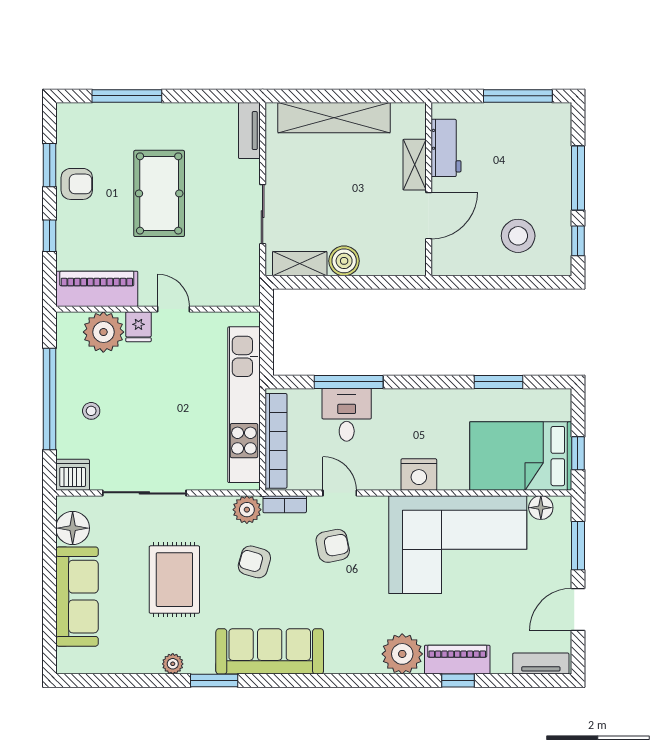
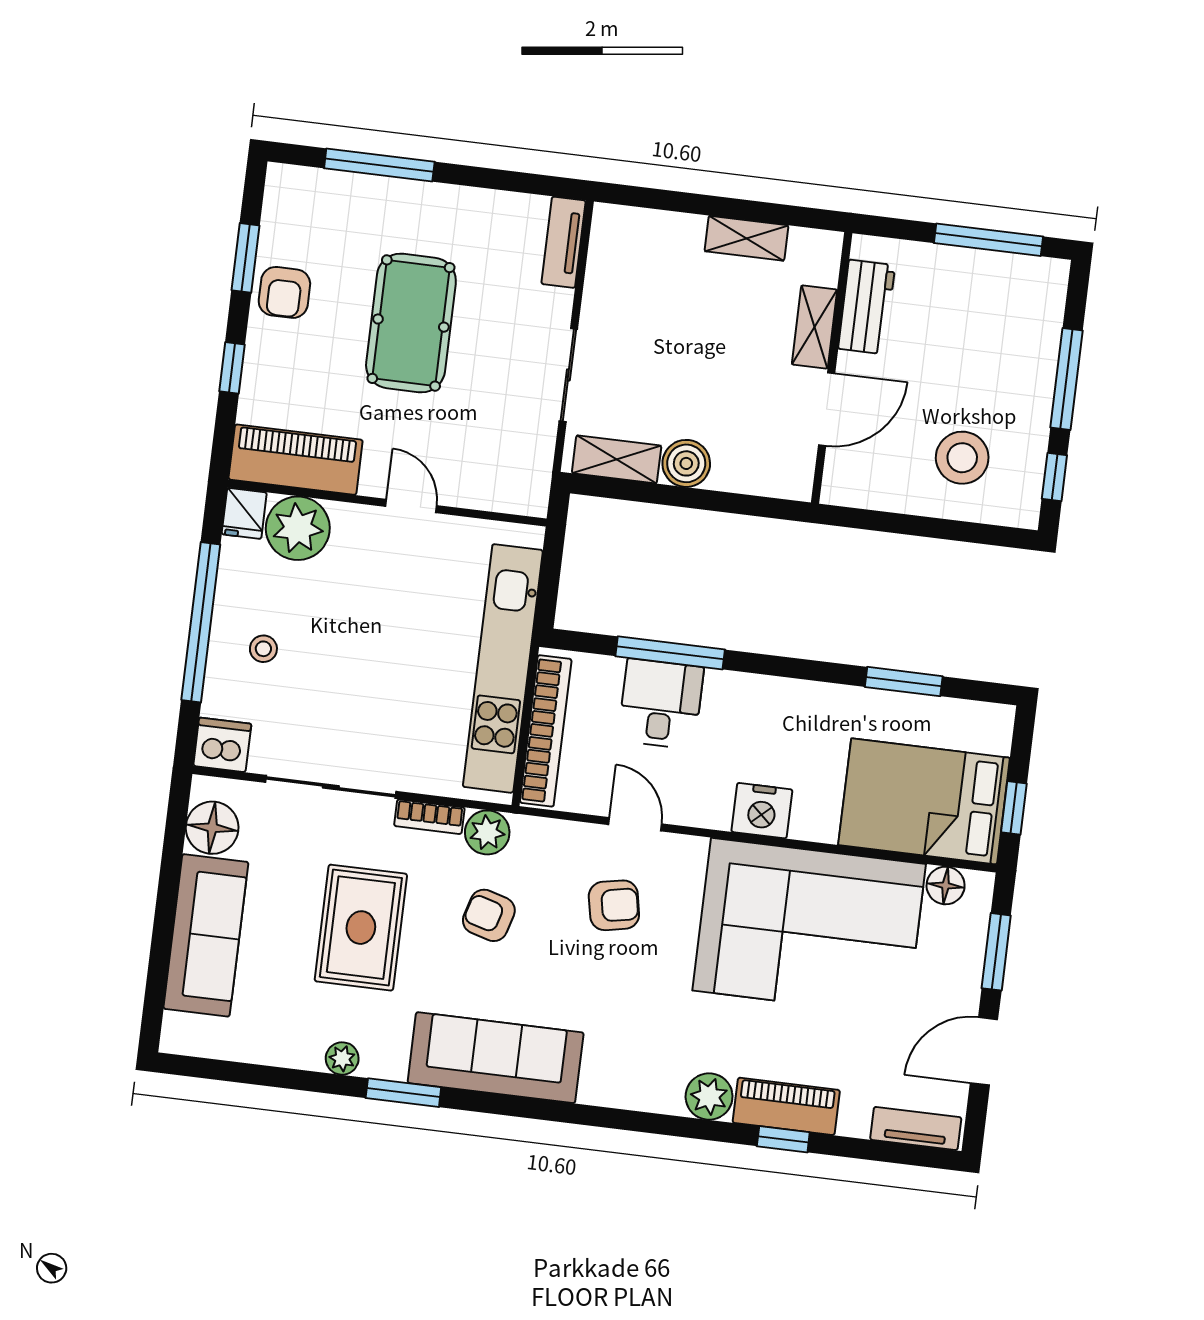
shelving: (334, 118) -> (746, 238), width x0.45, depth x0.75
armchair: (77, 184) -> (284, 292), turned 90
fridge: (138, 327) -> (244, 513), moved
bookcase: (285, 504) -> (429, 817), moved
plant: (402, 654) -> (709, 1096), width x0.73, depth x0.73

